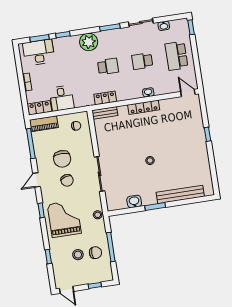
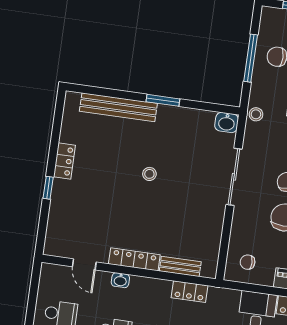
door: (188, 93) -> (84, 264), moved
bench: (105, 113) -> (180, 266), moved
locker: (203, 153) -> (64, 161), added
washbasin: (134, 201) -> (227, 123), moved

